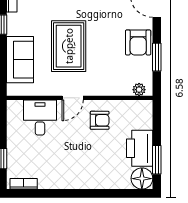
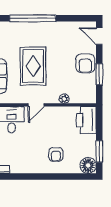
plant: (139, 90) -> (64, 99), moved
armchair: (100, 120) -> (56, 154), moved, turned 90
printer: (140, 148) -> (86, 120), moved

